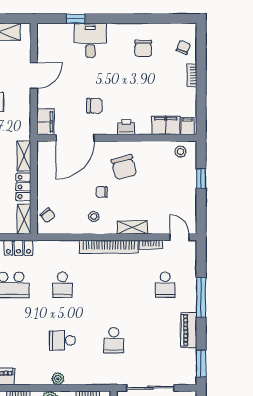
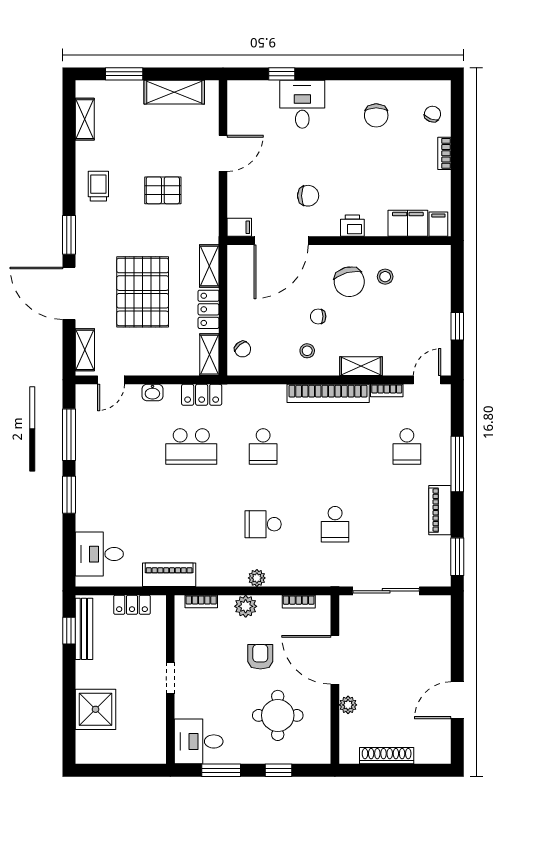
filing cabinet: (45, 122) -> (239, 227), width x0.50
stool: (181, 152) -> (385, 277), moved
window: (201, 179) -> (457, 326), moved
door: (179, 237) -> (427, 380), hinge flipped

